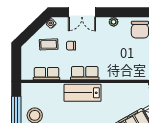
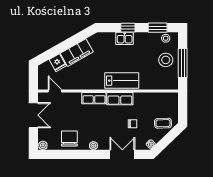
coffee table: (49, 44) -> (163, 123), moved
row of seats: (47, 74) -> (94, 98), moved

